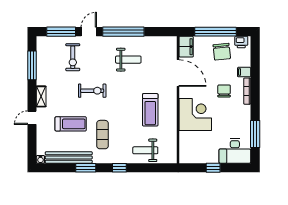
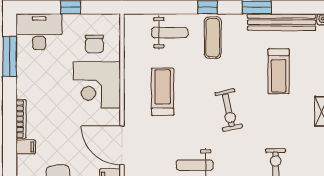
exercise bike: (92, 91) -> (229, 110), moved, turned -102
chair: (224, 91) -> (94, 44), moved
treadmill: (71, 124) -> (279, 71), turned -90
exercise mat: (103, 135) -> (213, 38), moved

